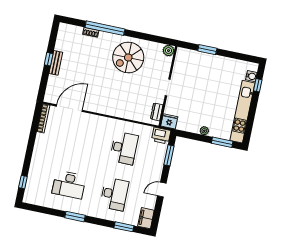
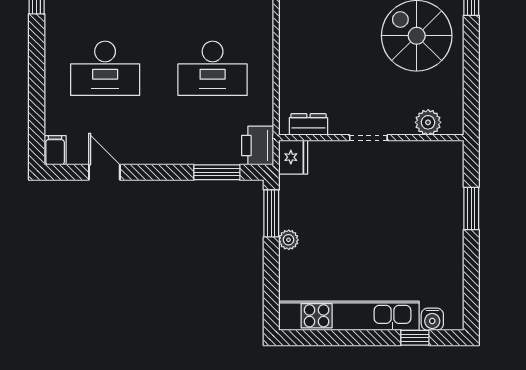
plant: (169, 51) -> (428, 122), moved
window: (222, 142) -> (271, 213), moved
door: (162, 190) -> (104, 172), moved
filing cabinet: (146, 218) -> (55, 150), width x0.50
window: (124, 227) -> (37, 105), removed

